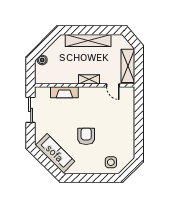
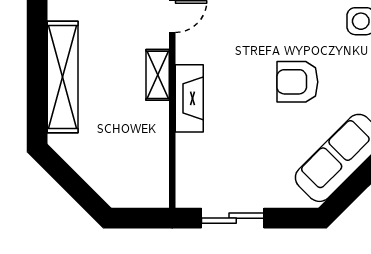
boiler: (42, 60) -> (110, 190), removed
fireplace: (64, 92) -> (189, 98), moved

